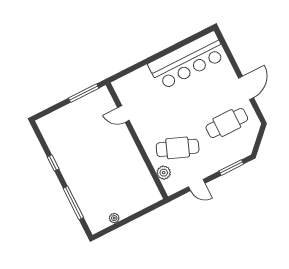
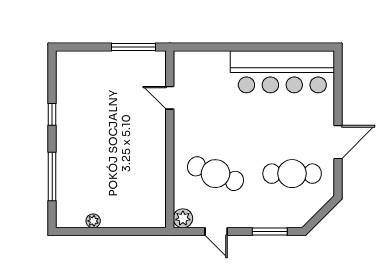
plant: (164, 173) -> (183, 218), moved

